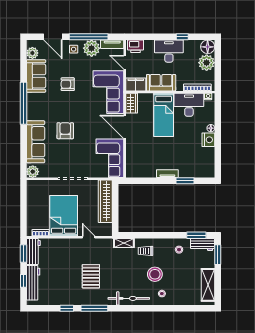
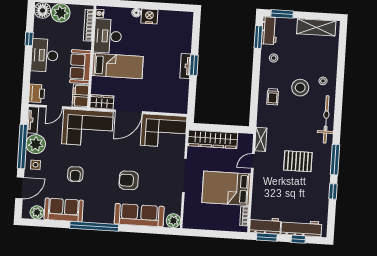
window: (185, 181) -> (194, 65), moved
shelving: (124, 243) -> (261, 139), moved

